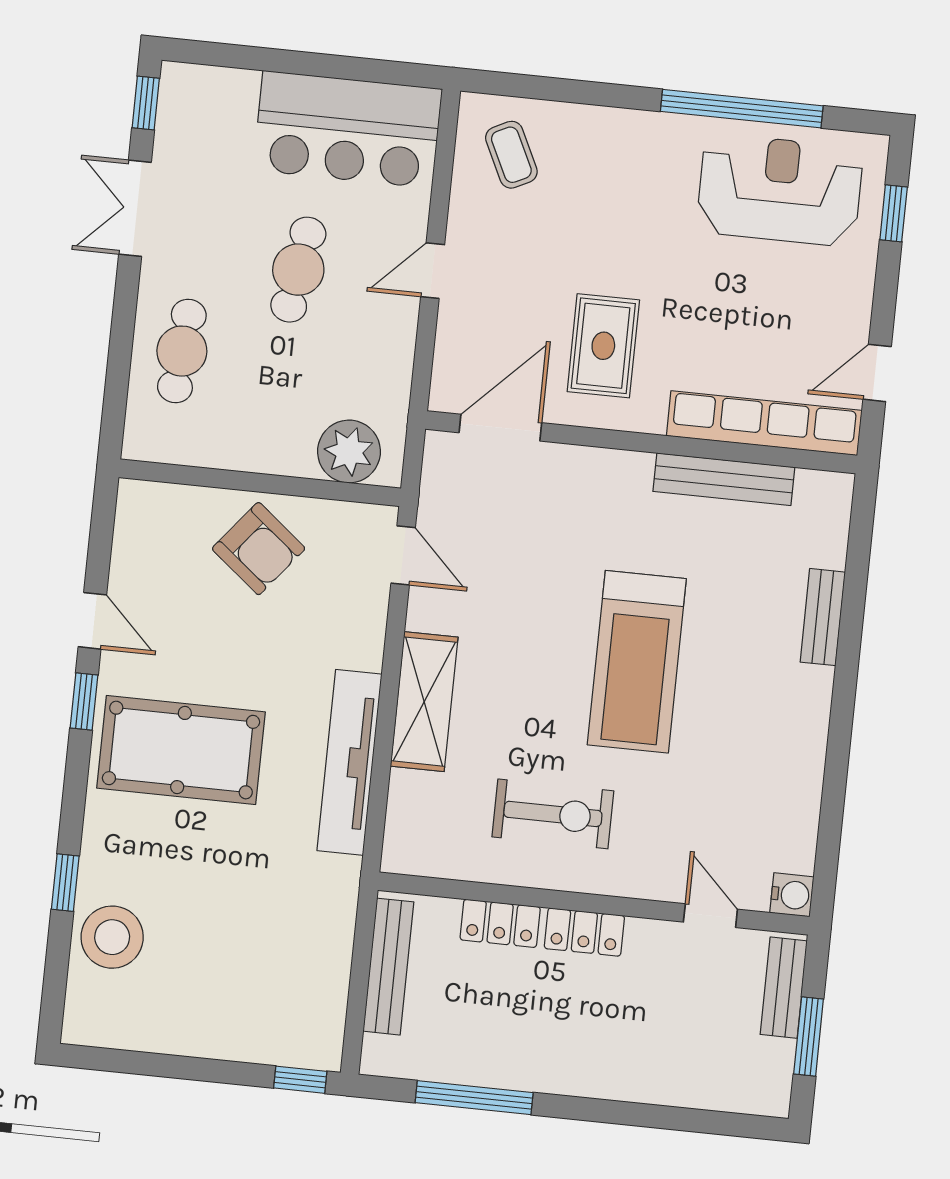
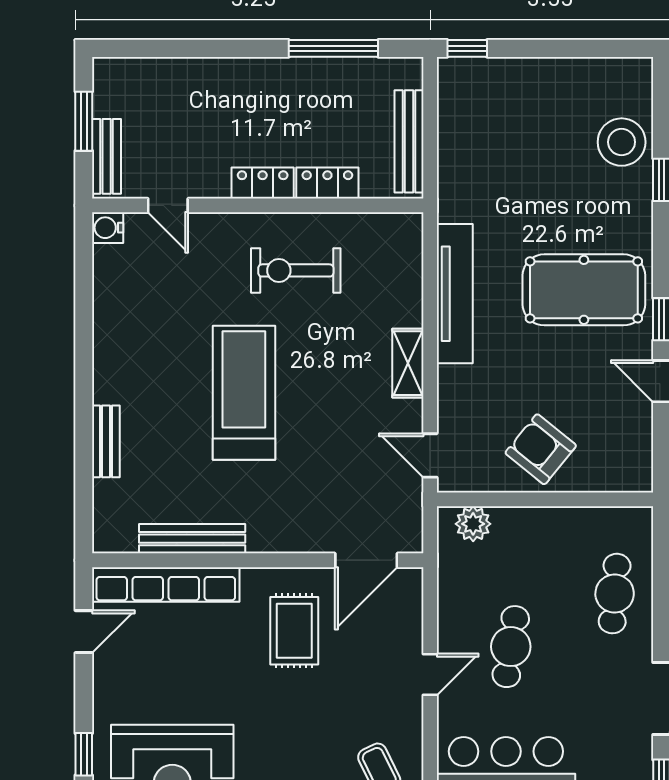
cafe table: (298, 270) -> (511, 647), moved
plant: (349, 452) -> (473, 524), width x0.73, depth x0.73
shelving: (424, 702) -> (408, 363), width x0.67, depth x0.75

